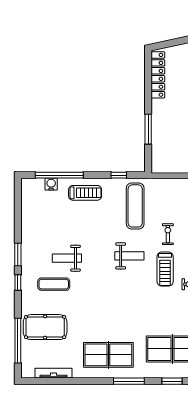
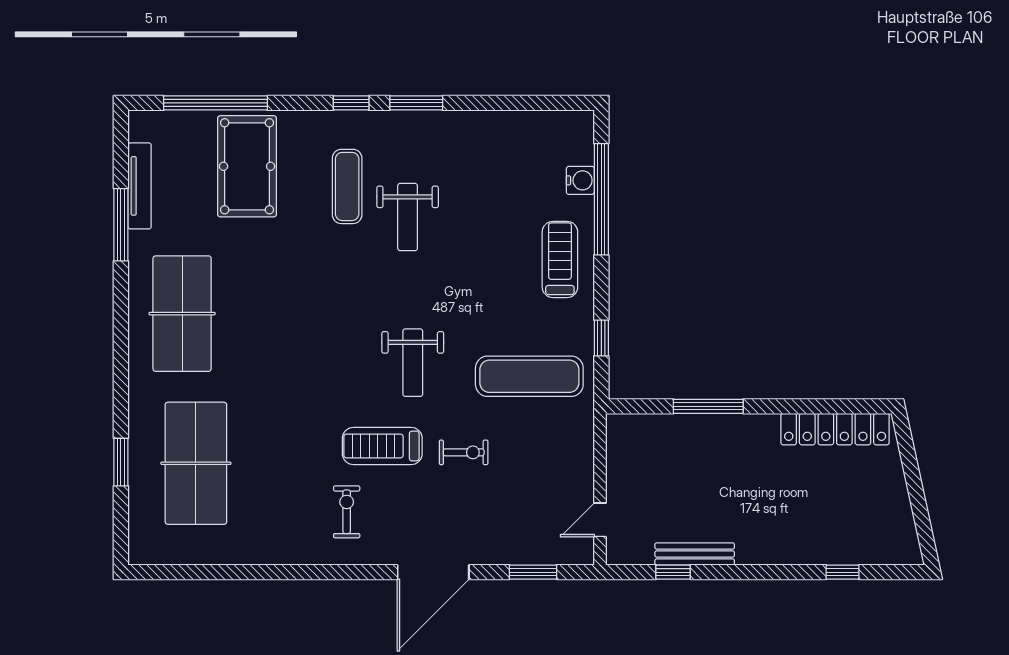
treadmill: (85, 193) -> (560, 260), turned 180
weight bench: (67, 258) -> (408, 217), turned 180
window: (129, 381) -> (121, 225), moved

